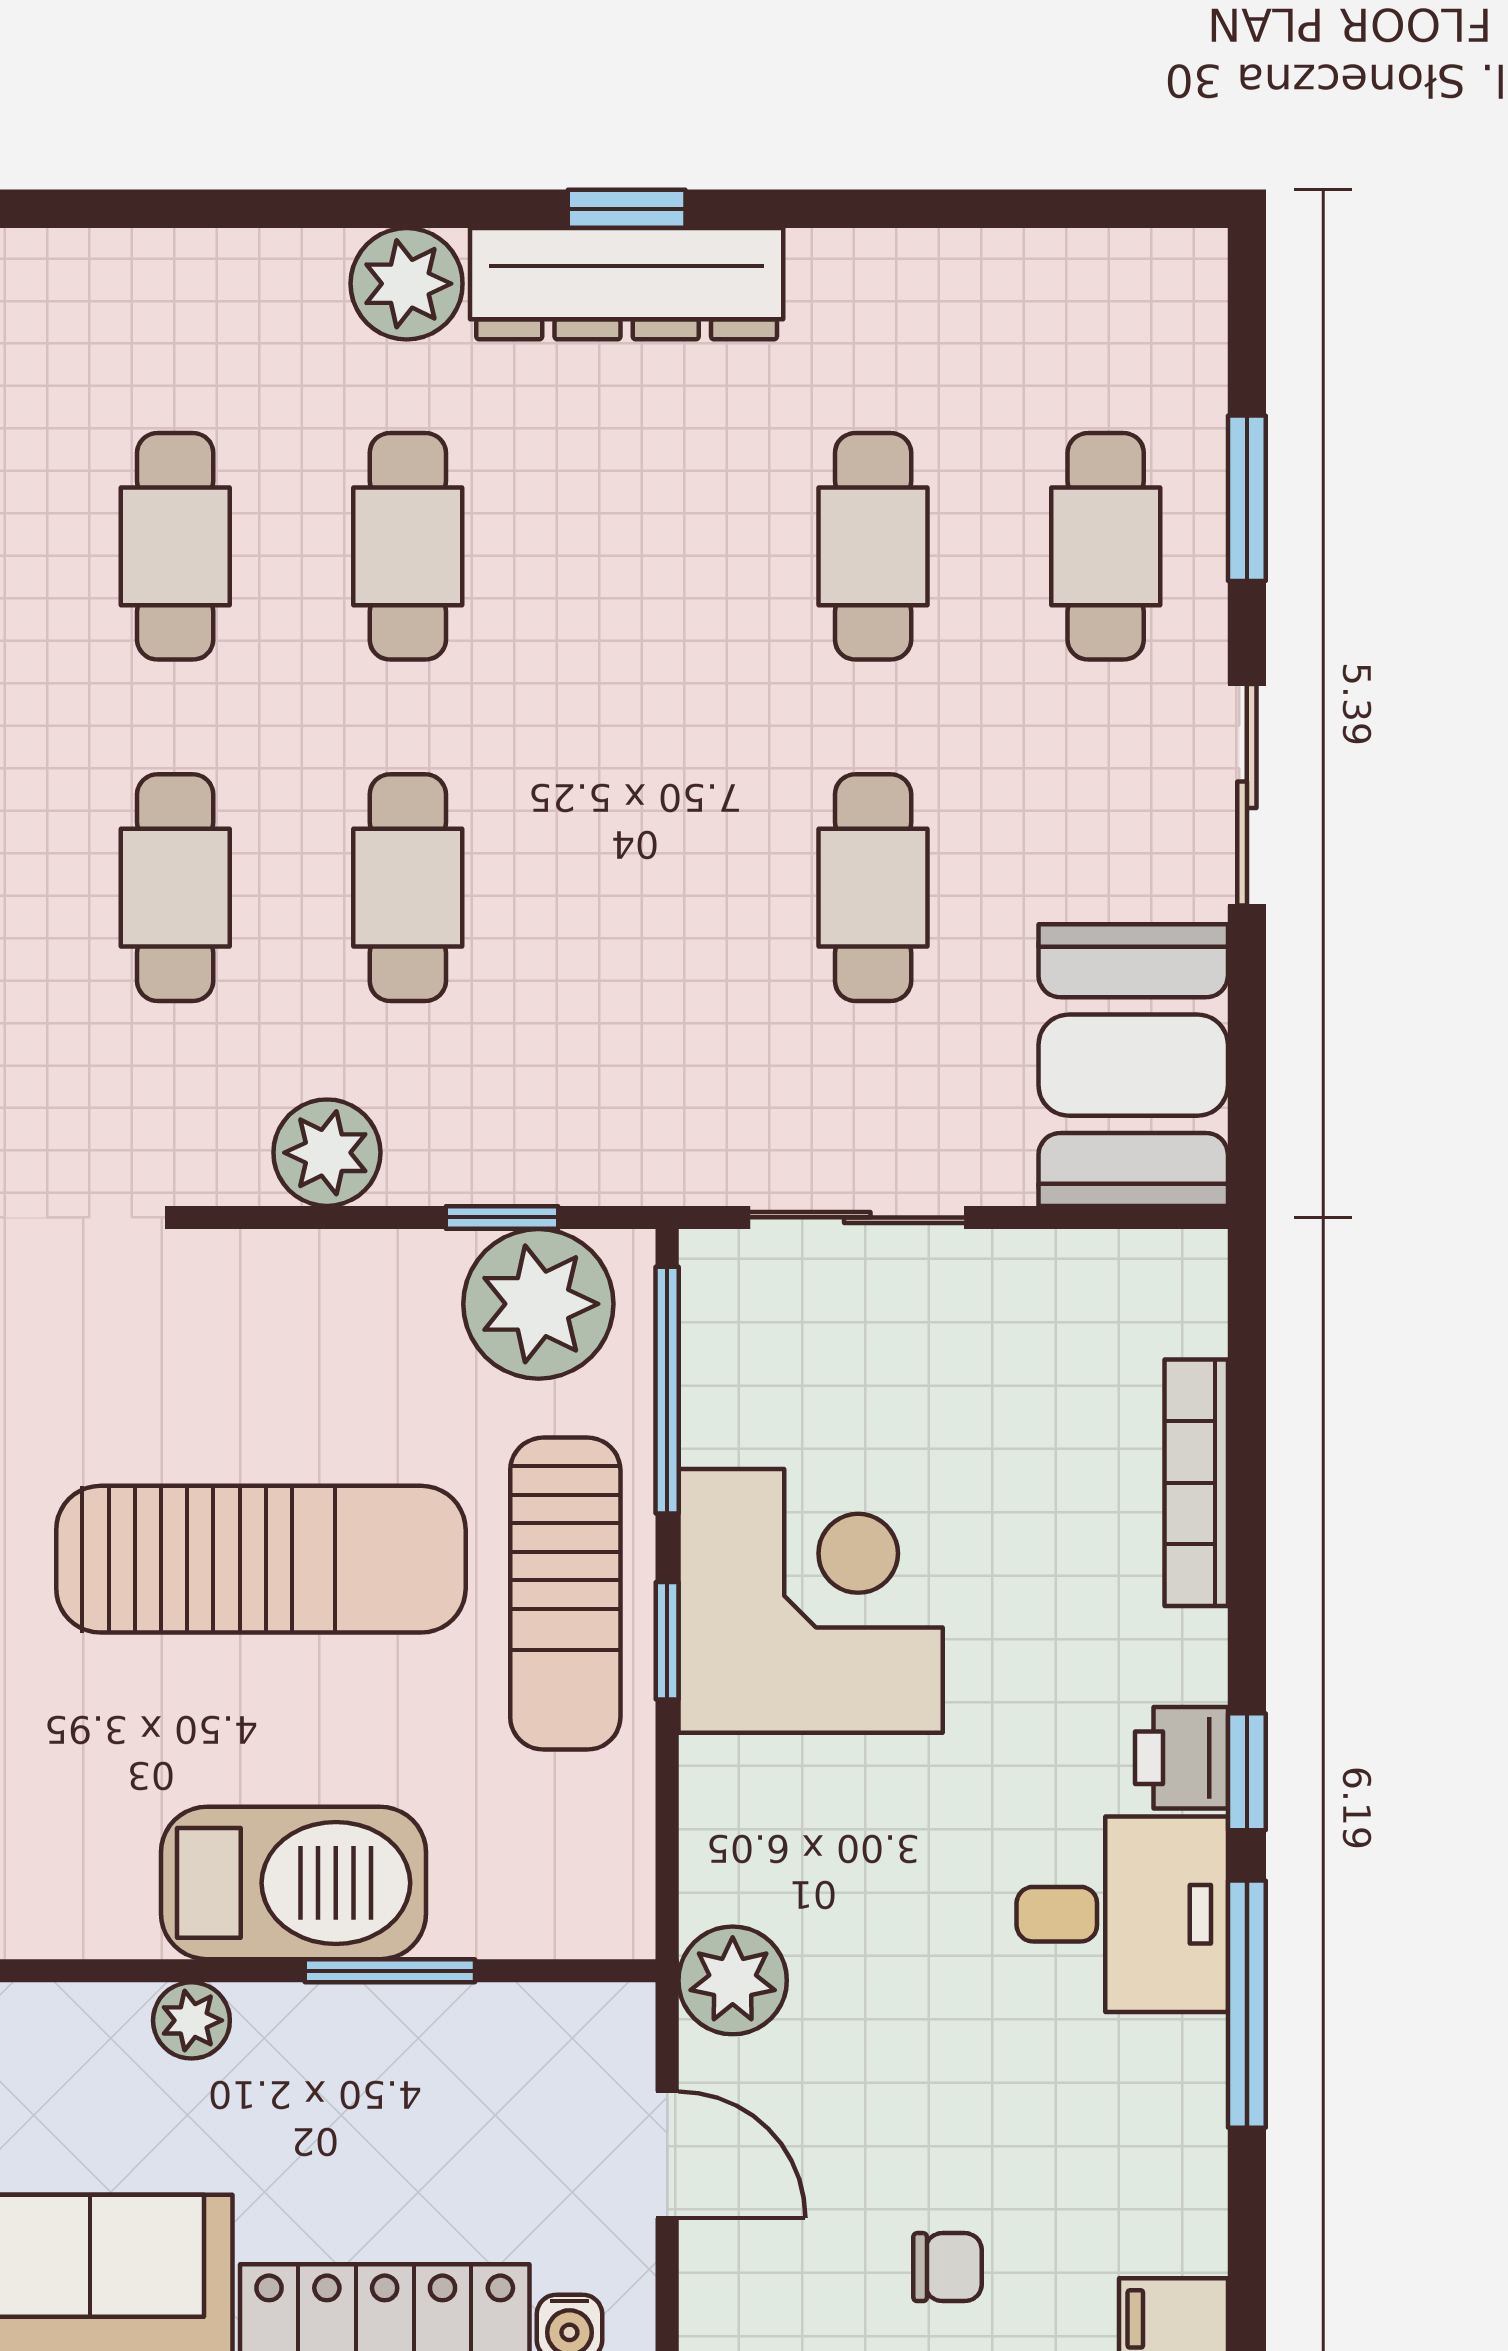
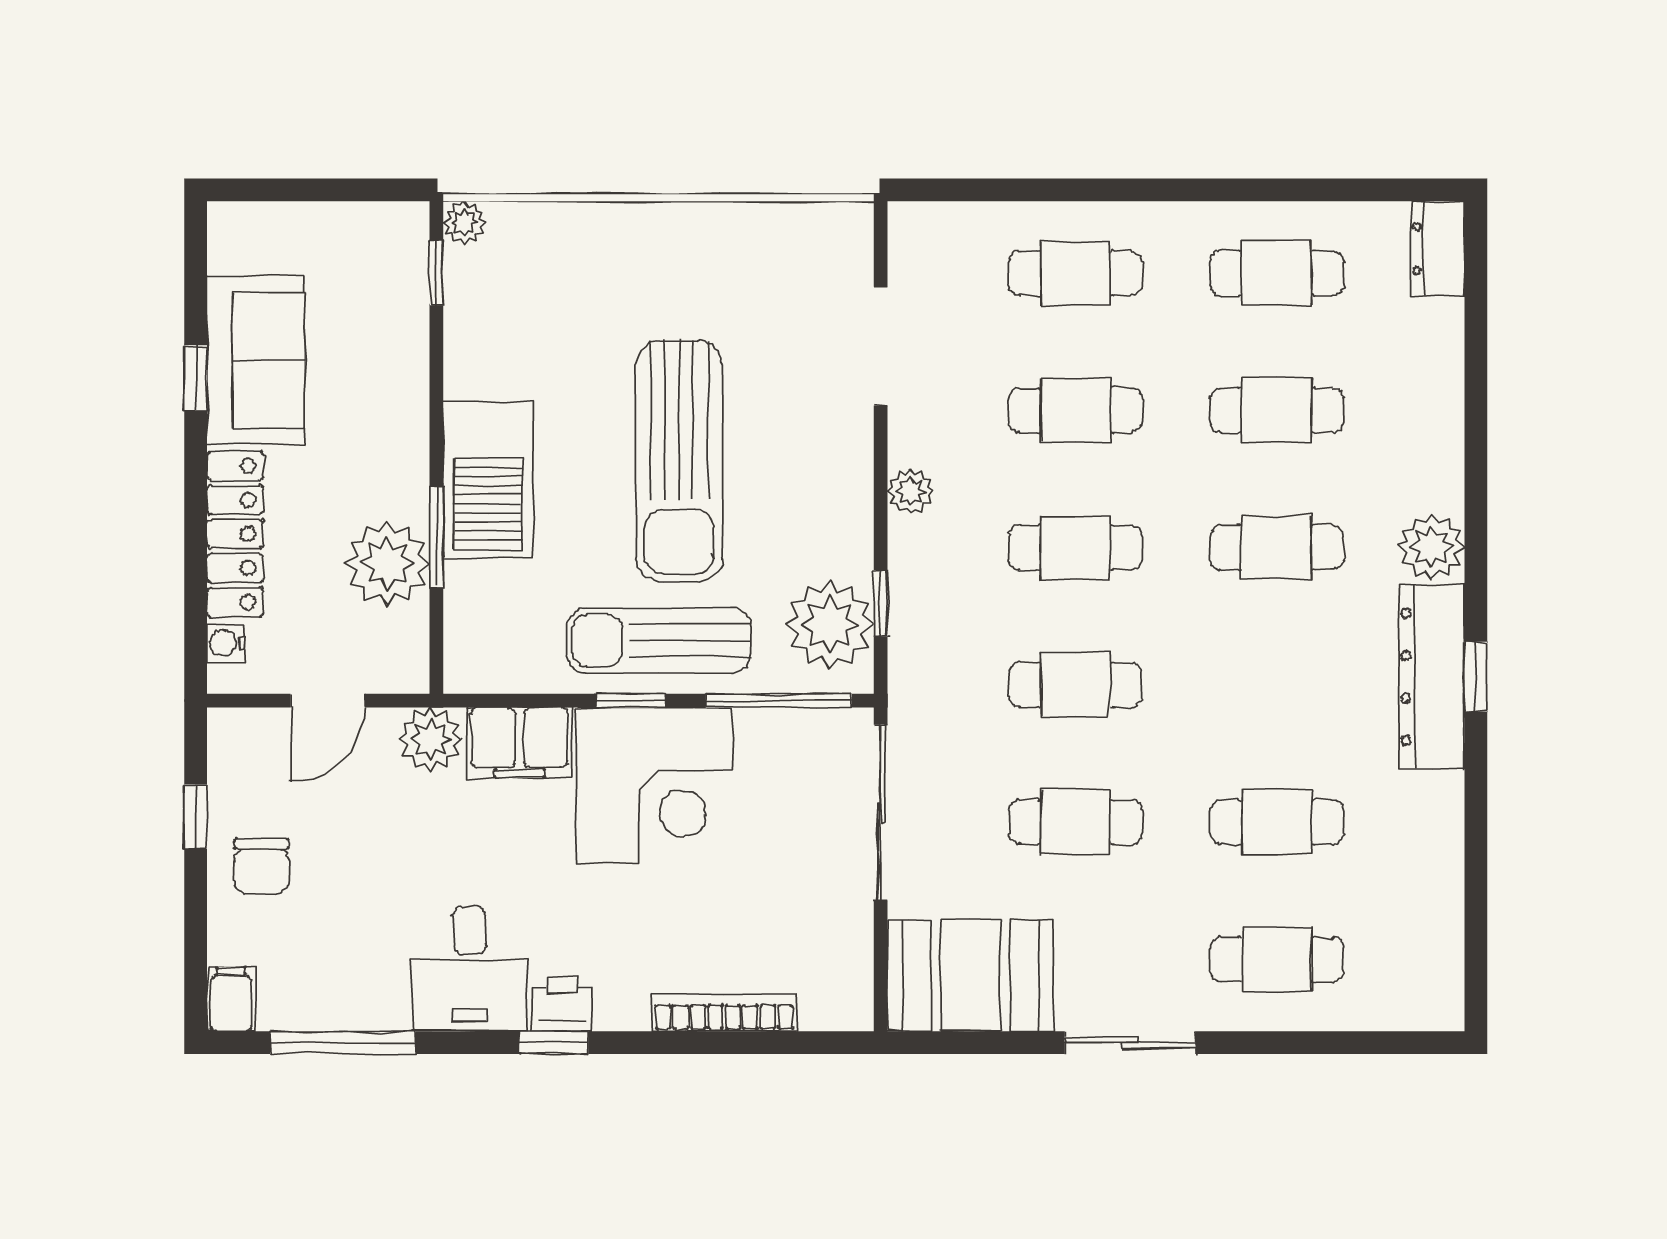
window: (1247, 498) -> (1305, 1043), removed
cafe table: (640, 888) -> (1075, 685), added
plant: (327, 1153) -> (910, 491), width x0.73, depth x0.73
sliding door: (857, 1217) -> (881, 813), width x1.37
filing cabinet: (738, 1830) -> (520, 742), added
window: (1247, 2004) -> (343, 1043), moved
plant: (191, 2020) -> (387, 563), moved, width x1.88, depth x1.88
chair: (947, 2267) -> (261, 866), width x1.37, depth x1.37

